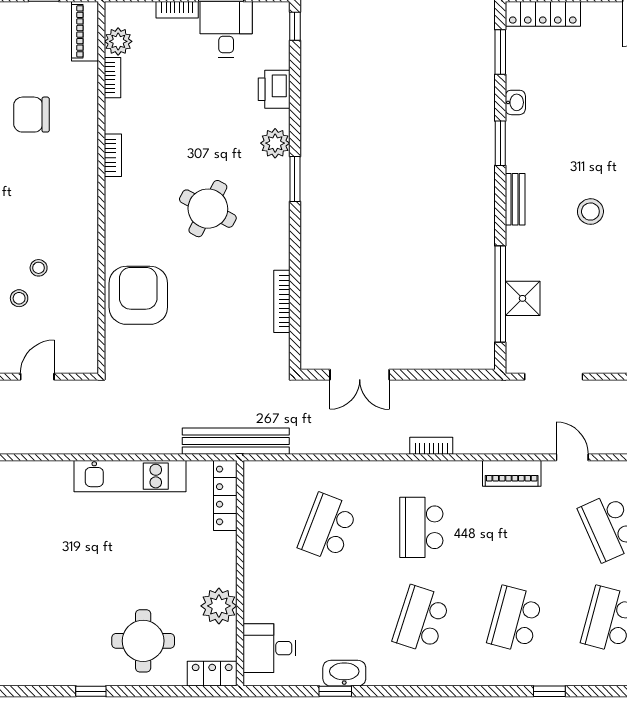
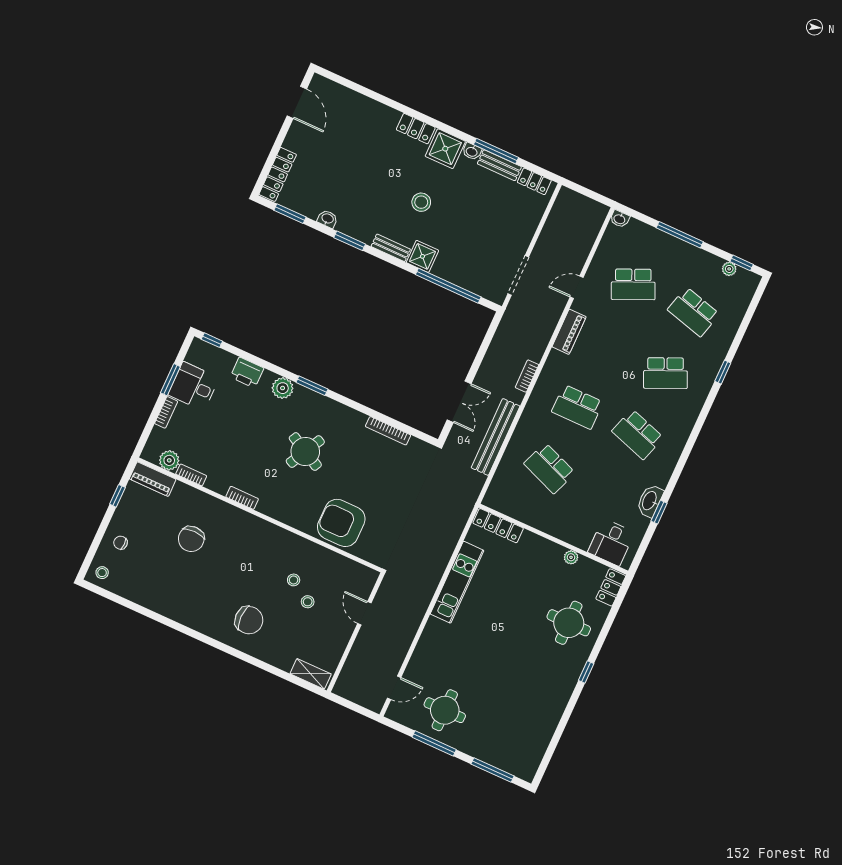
shower: (523, 298) -> (422, 256), moved
bench: (236, 441) -> (496, 437), moved
plant: (219, 606) -> (571, 557), width x0.53, depth x0.53
school desk: (515, 619) -> (665, 373), turned -39

